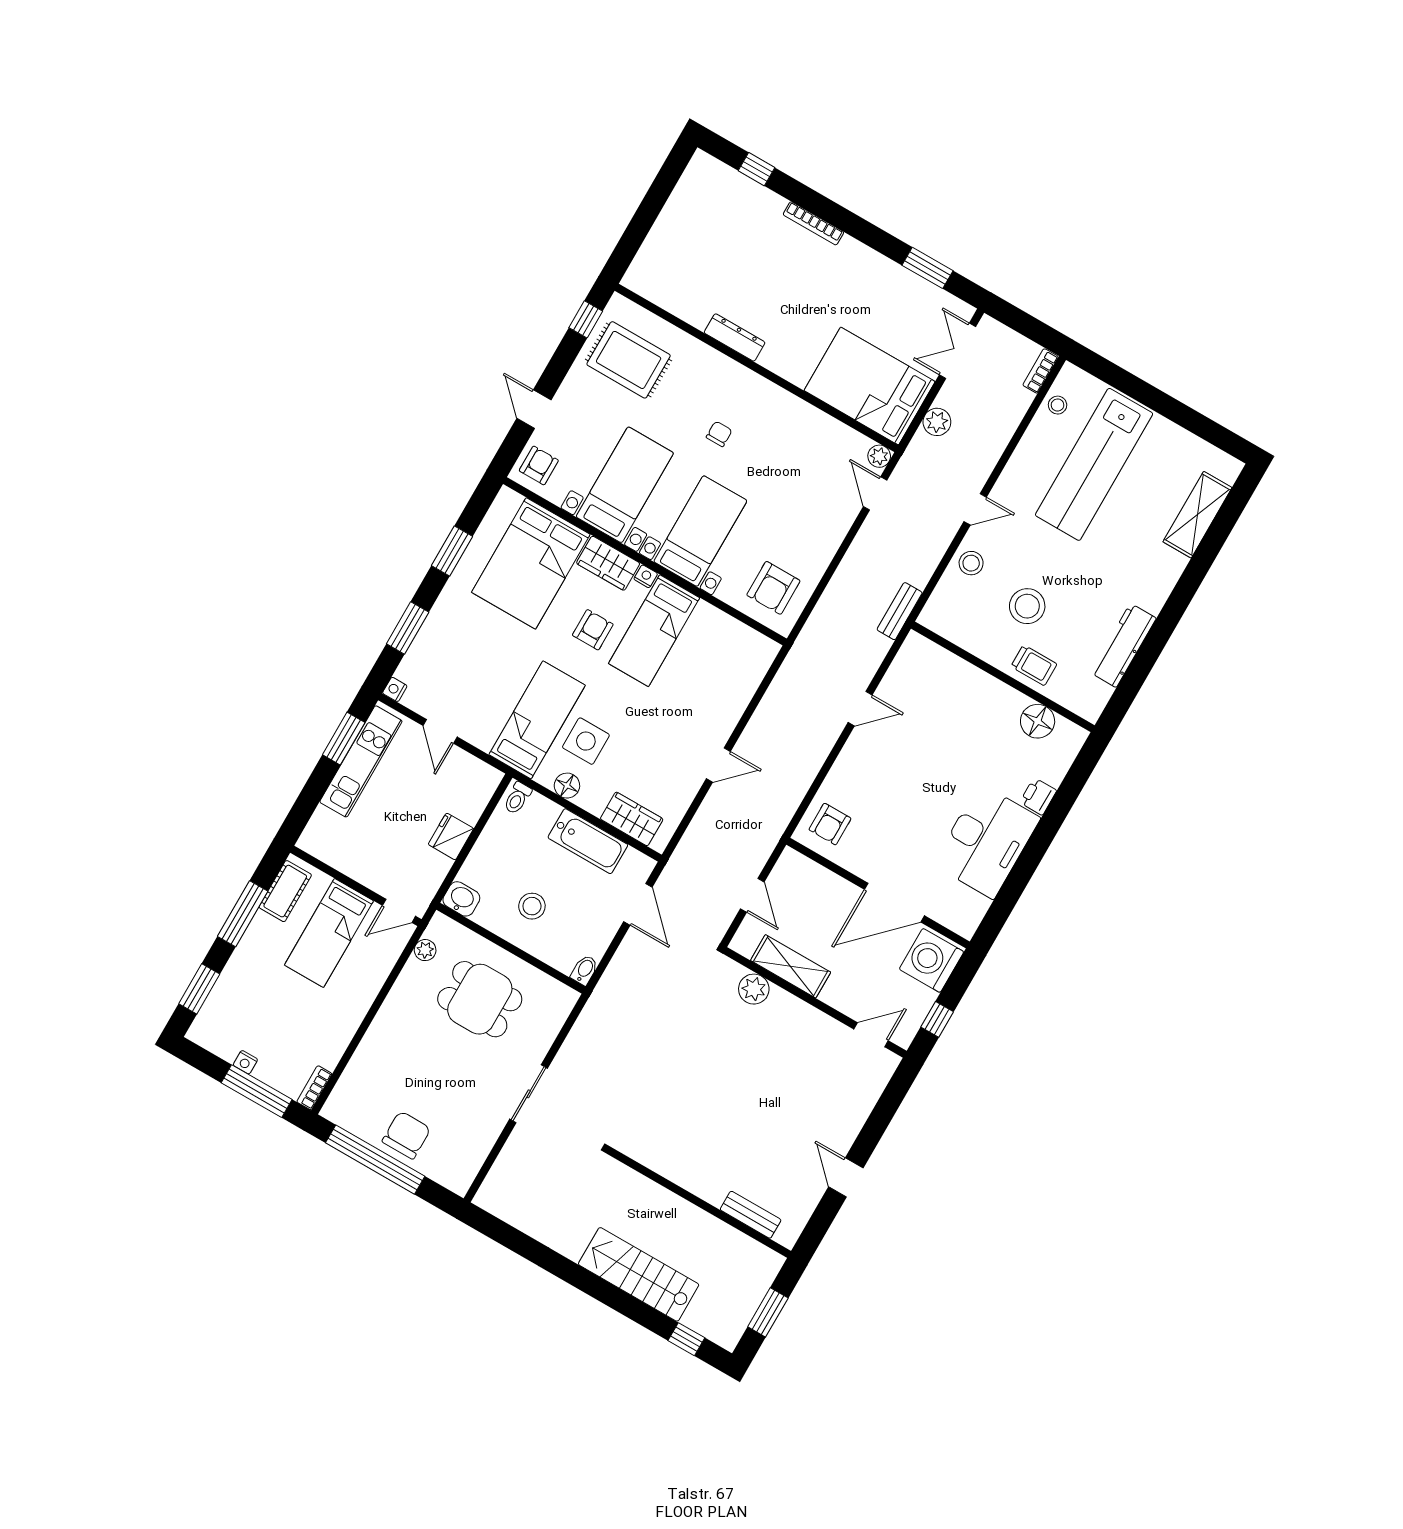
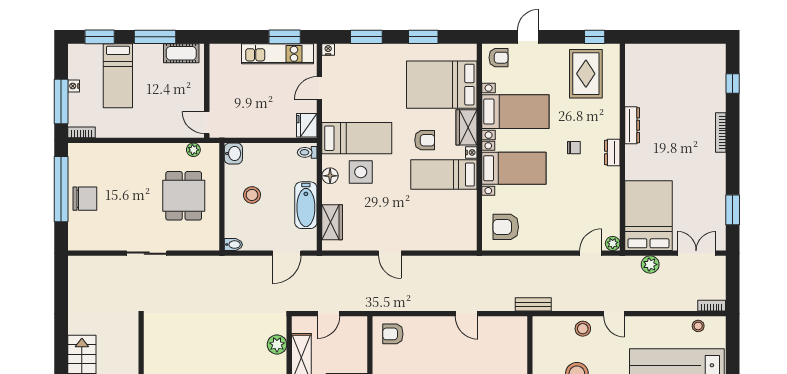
dresser: (756, 386) -> (612, 153), added
fridge: (451, 836) -> (307, 125), moved, turned -90
bed: (329, 933) -> (118, 76), moved, turned -90

